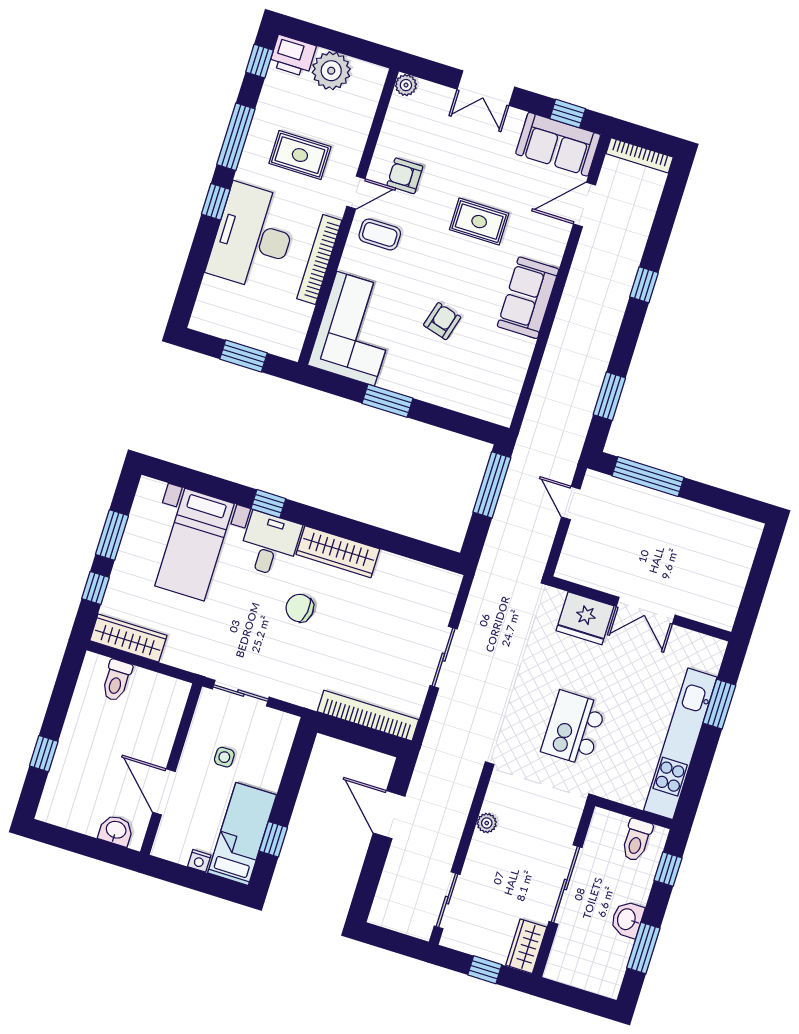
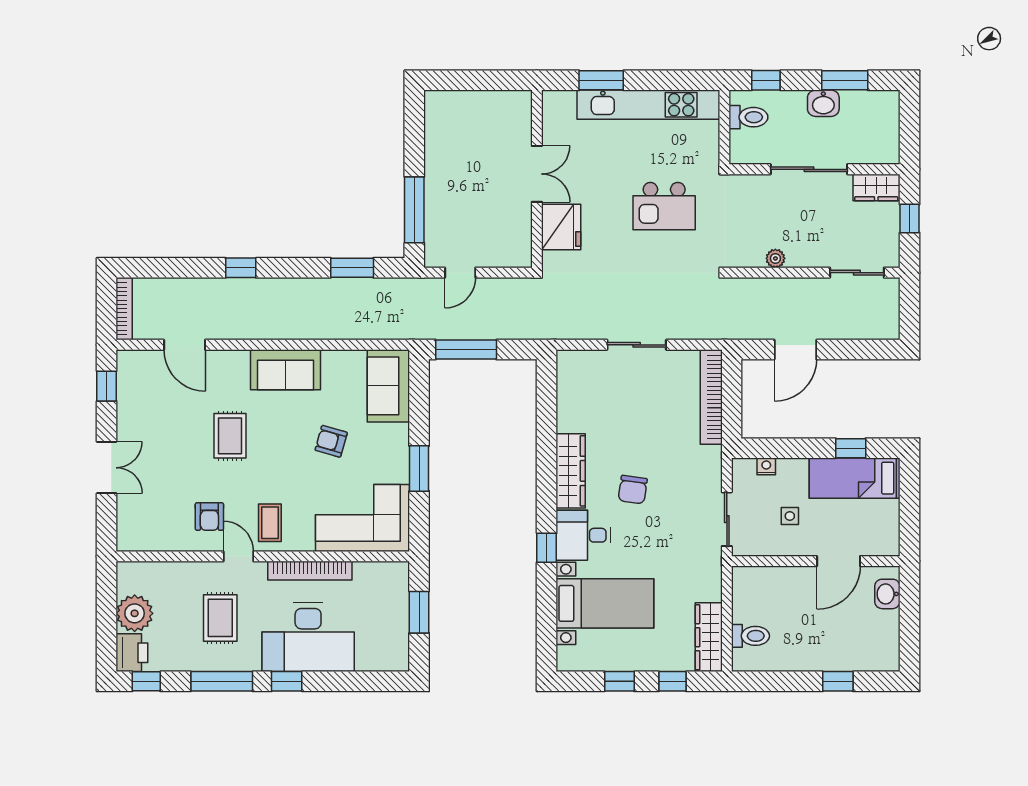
plant: (406, 85) -> (126, 541), removed
sofa: (558, 144) -> (388, 386), moved, turned 180
window: (112, 535) -> (619, 681), width x0.67
nightstand: (199, 861) -> (766, 466), moved, turned -90

